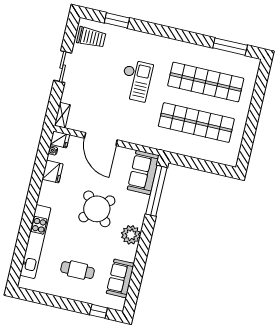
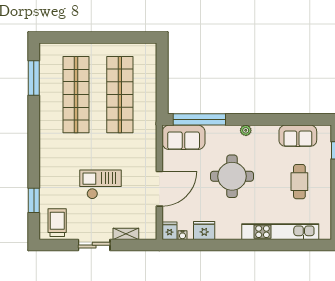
checkout: (136, 81) -> (100, 184), moved
shelving: (62, 115) -> (126, 234), moved
round table: (97, 209) -> (232, 176), turned 45
plant: (131, 235) -> (246, 130), width x0.53, depth x0.53

